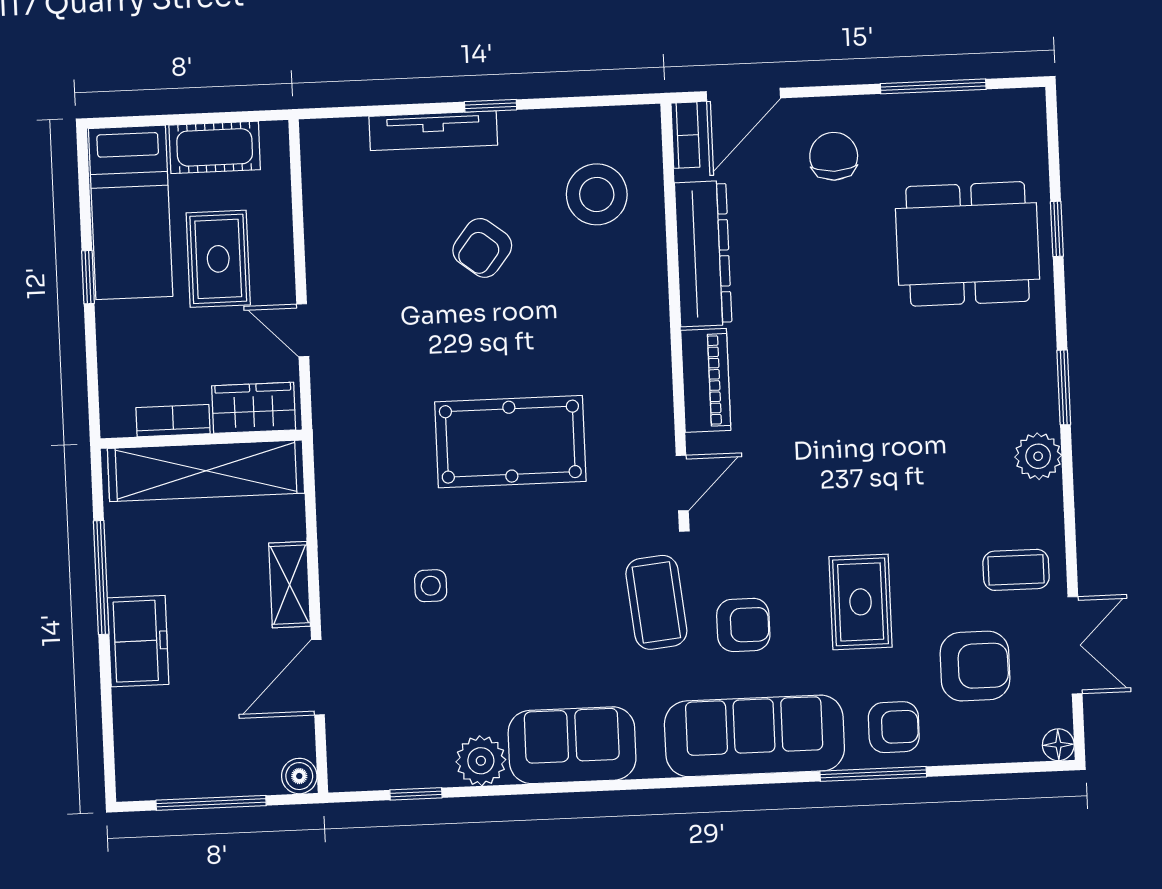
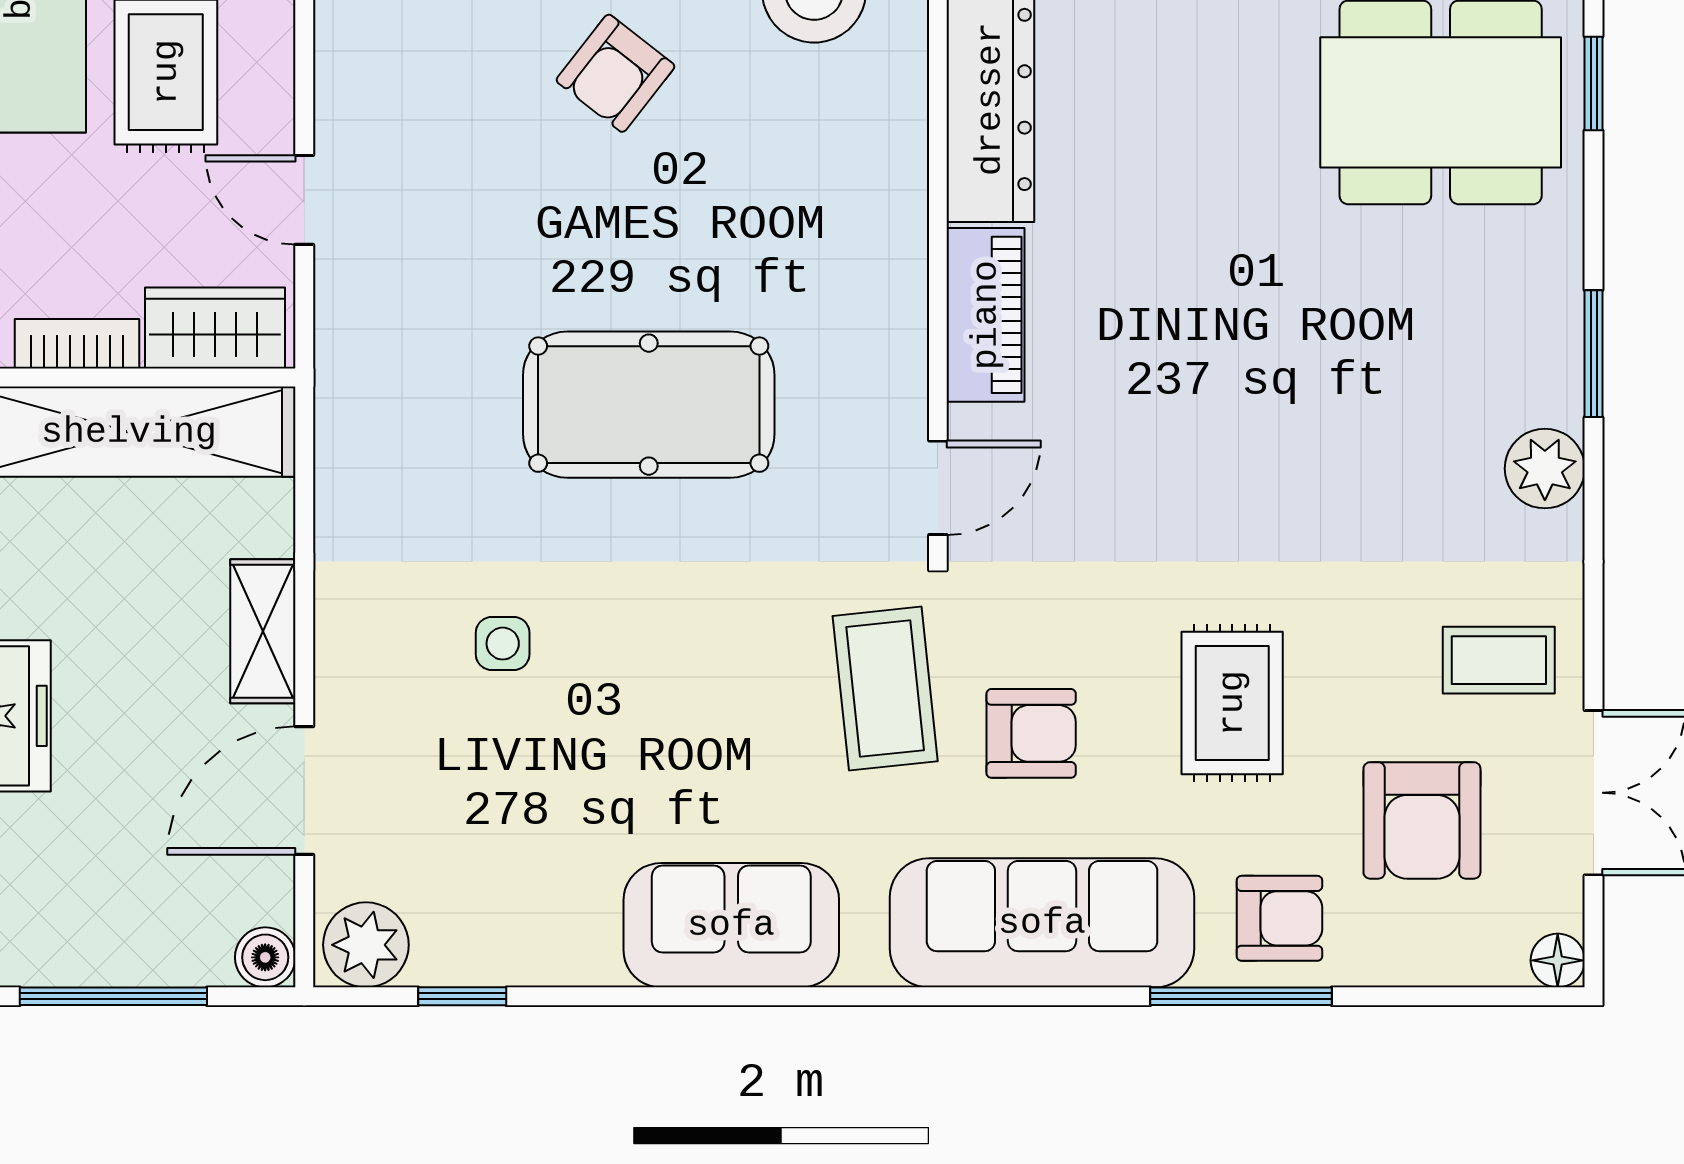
armchair: (975, 666) -> (1422, 820), turned 90
plant: (481, 761) -> (366, 945), moved

